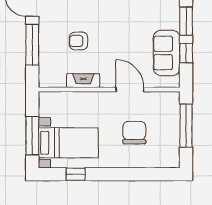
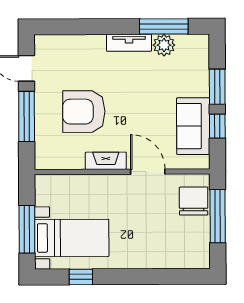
armchair: (78, 41) -> (84, 112), width x1.88, depth x1.88
fireplace: (83, 81) -> (106, 161), moved
chair: (134, 133) -> (194, 201), moved

